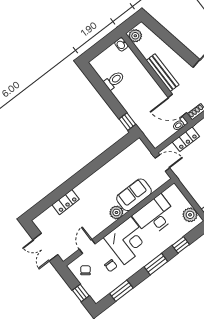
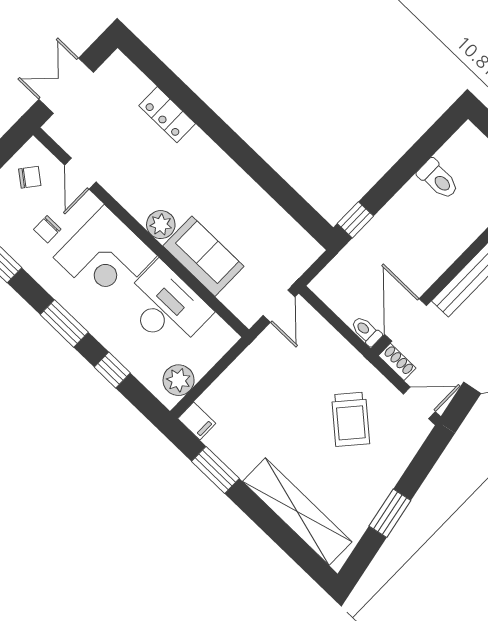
locker: (186, 139) -> (336, 348), removed
door: (87, 246) -> (80, 174), swing flipped

